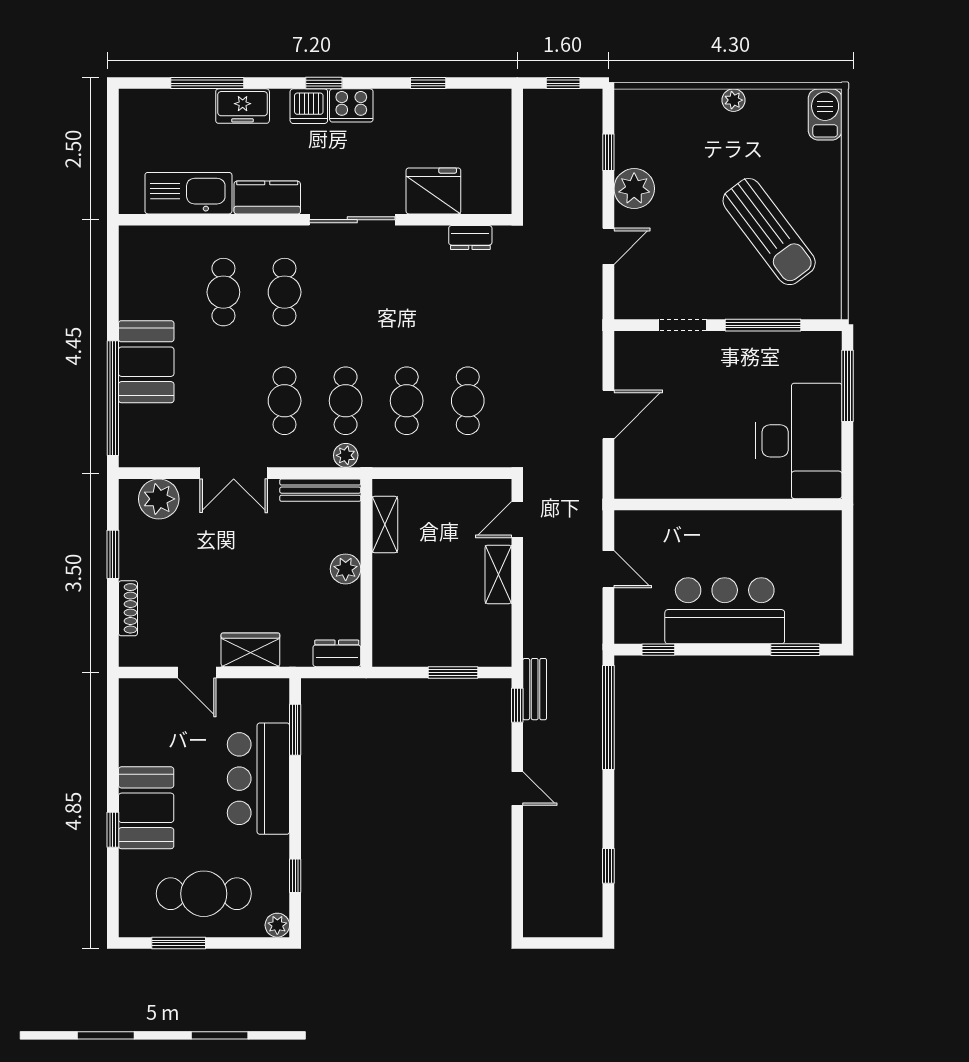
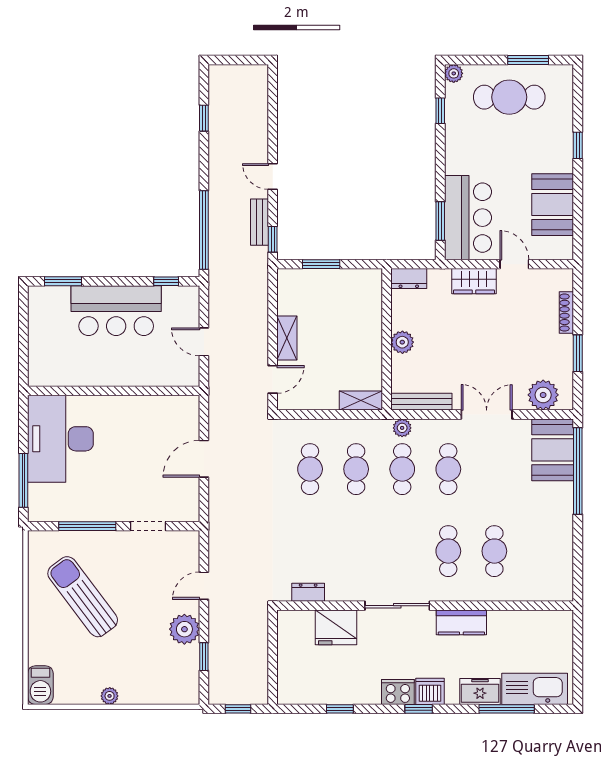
kitchen sink: (188, 193) -> (535, 689), moved, turned 180
booth: (146, 362) -> (553, 450), moved
shelving: (385, 525) -> (361, 401), moved, turned 90
bench: (535, 689) -> (260, 222), moved
bar counter: (258, 779) -> (468, 218), moved
booth: (146, 808) -> (553, 205), moved

